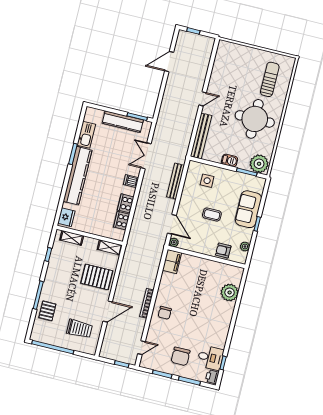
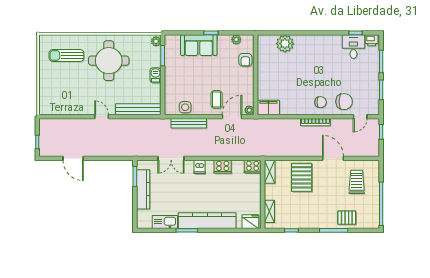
plant: (259, 164) -> (156, 41), width x0.53, depth x0.53
side table: (207, 181) -> (185, 107), moved
coffee table: (212, 215) -> (217, 99), moved
cooker: (122, 221) -> (253, 167), moved
door: (142, 348) -> (360, 117), swing flipped
chair: (181, 356) -> (344, 102), moved

